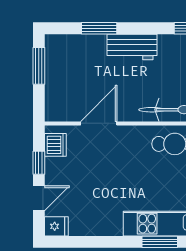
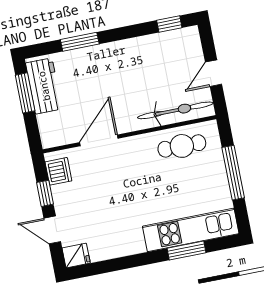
workbench: (132, 47) -> (44, 86), moved, turned -90
door: (39, 198) -> (52, 230), swing flipped

